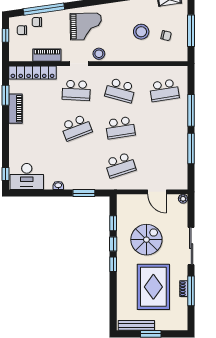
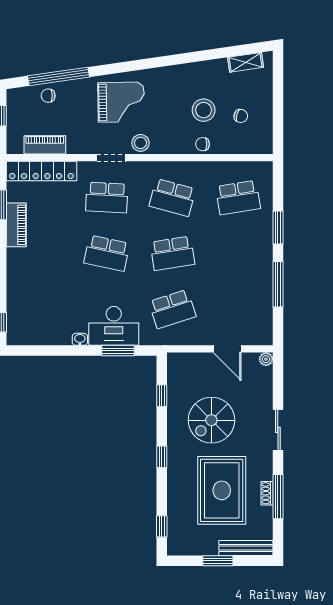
chair: (22, 30) -> (203, 144), moved
window: (191, 31) -> (278, 109), removed
piano: (47, 55) -> (45, 145), moved
window: (191, 110) -> (278, 227), width x0.69
school desk: (76, 128) -> (107, 253), turned 33
desk: (27, 176) -> (114, 326), moved
spiral stairs: (146, 240) -> (211, 420), turned 180
window: (113, 244) -> (162, 526), moved
sliding door: (191, 246) -> (278, 430), width x0.73
bench: (136, 325) -> (246, 548), moved

